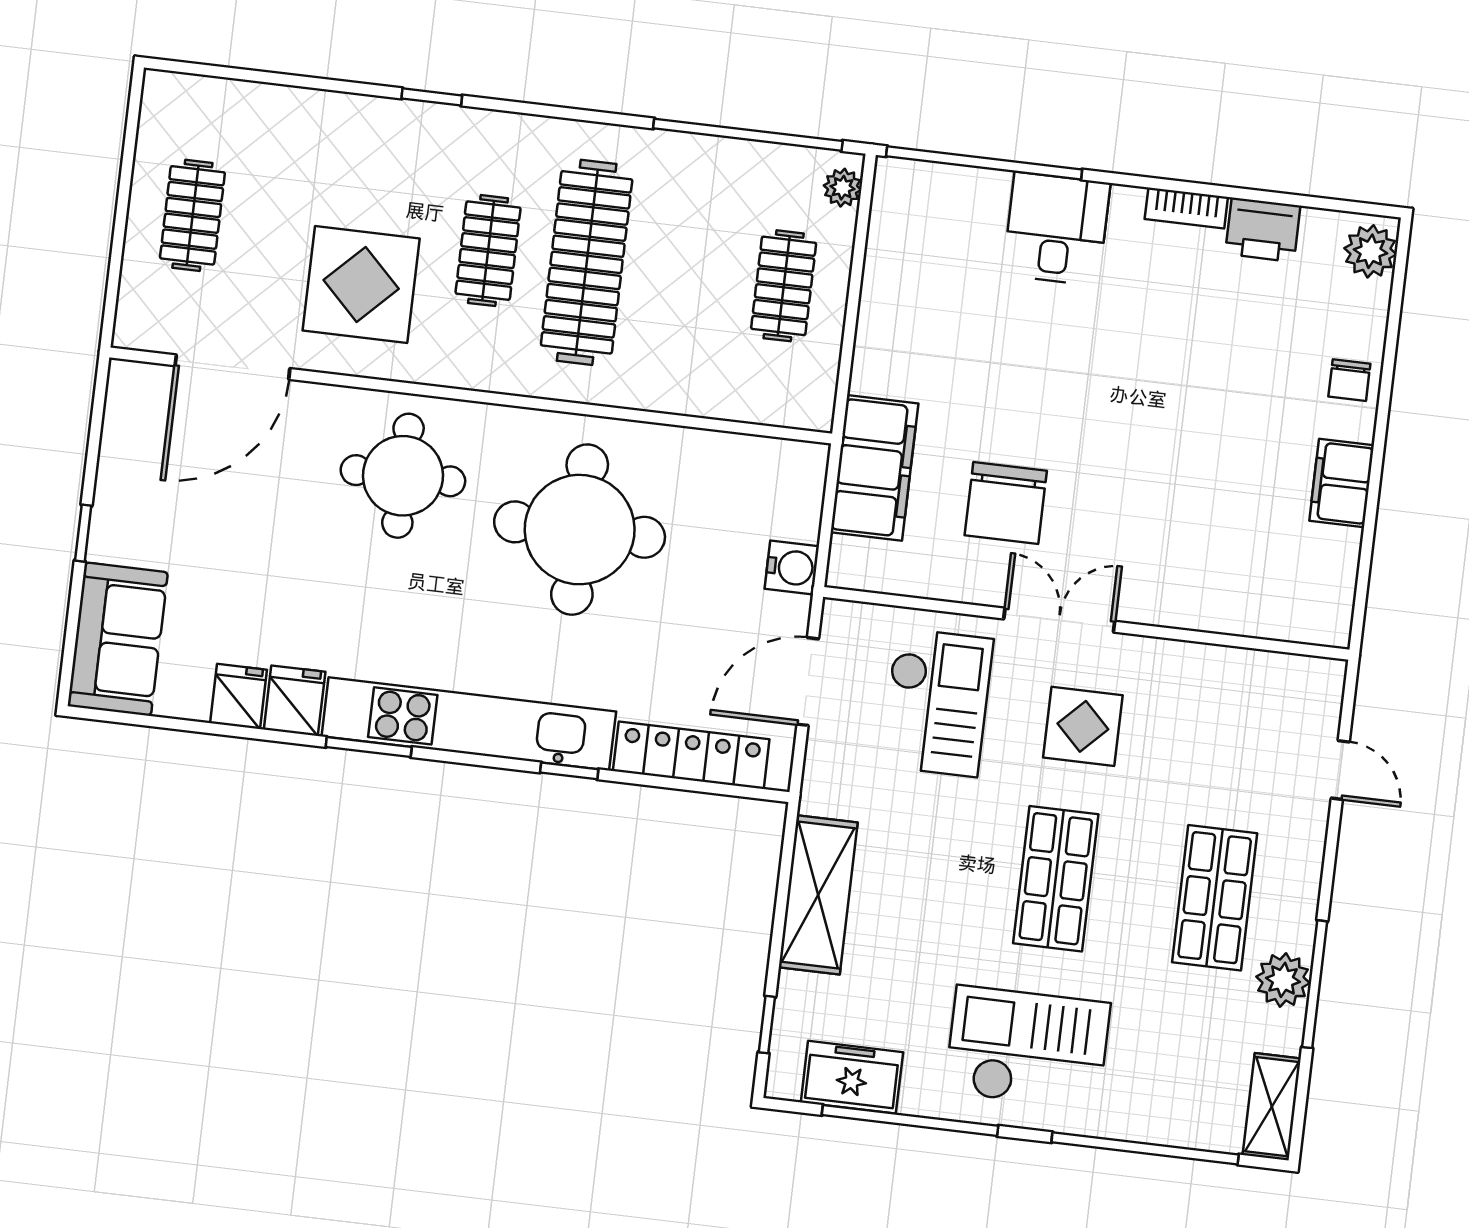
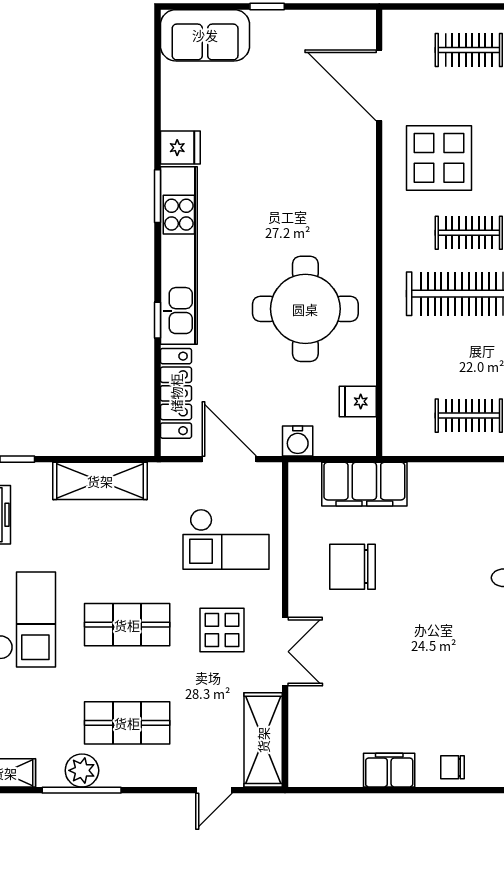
round table: (403, 476) -> (325, 197), removed
double door: (1059, 620) -> (285, 652), moved
shelving: (1268, 681) -> (263, 740), added
fridge: (239, 696) -> (358, 401), moved, turned 180

